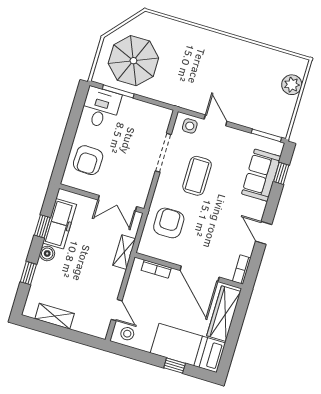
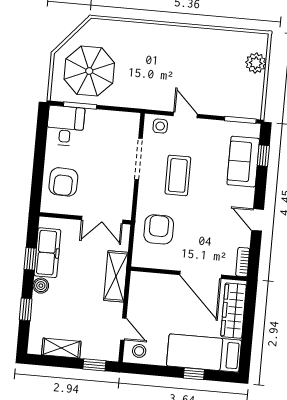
shelving: (124, 252) -> (116, 276), width x1.50, depth x1.33
bookcase: (156, 269) -> (155, 279), removed
window: (83, 338) -> (94, 365), added

